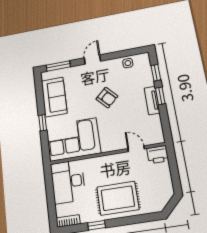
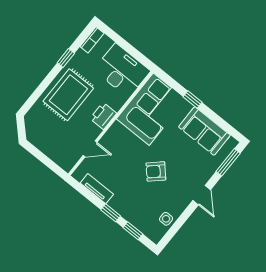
tv unit: (152, 101) -> (97, 189), moved
printer: (158, 155) -> (103, 116), moved

